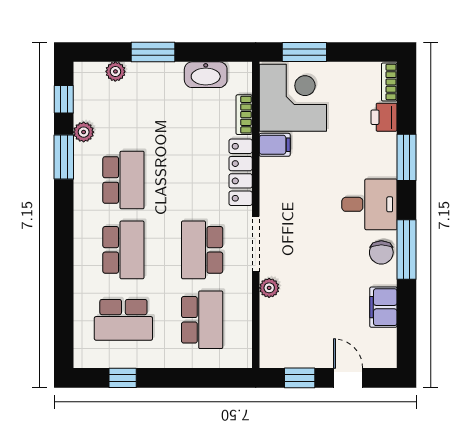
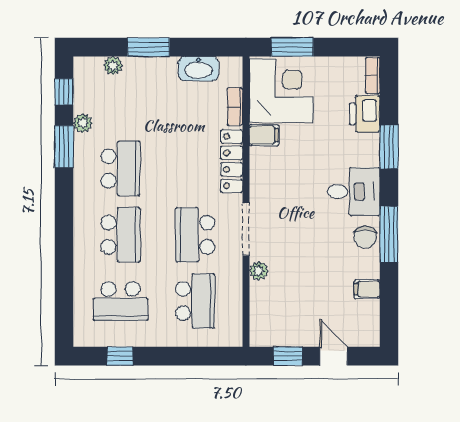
printer: (384, 117) -> (365, 114), width x1.36, depth x1.24
filing cabinet: (383, 307) -> (367, 289), width x0.50

